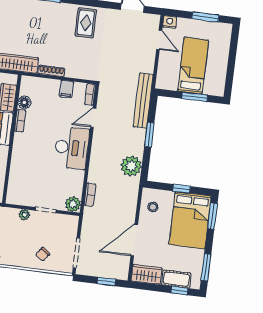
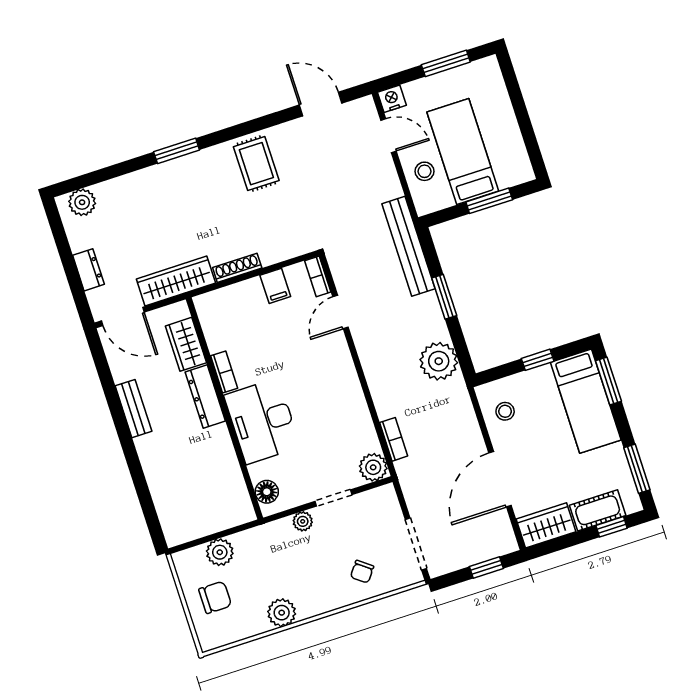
stool: (169, 67) -> (425, 171), added
floor lamp: (24, 102) -> (267, 492), moved
desk: (72, 148) -> (262, 421), moved, turned 180
bed: (190, 220) -> (586, 401), width x0.67

